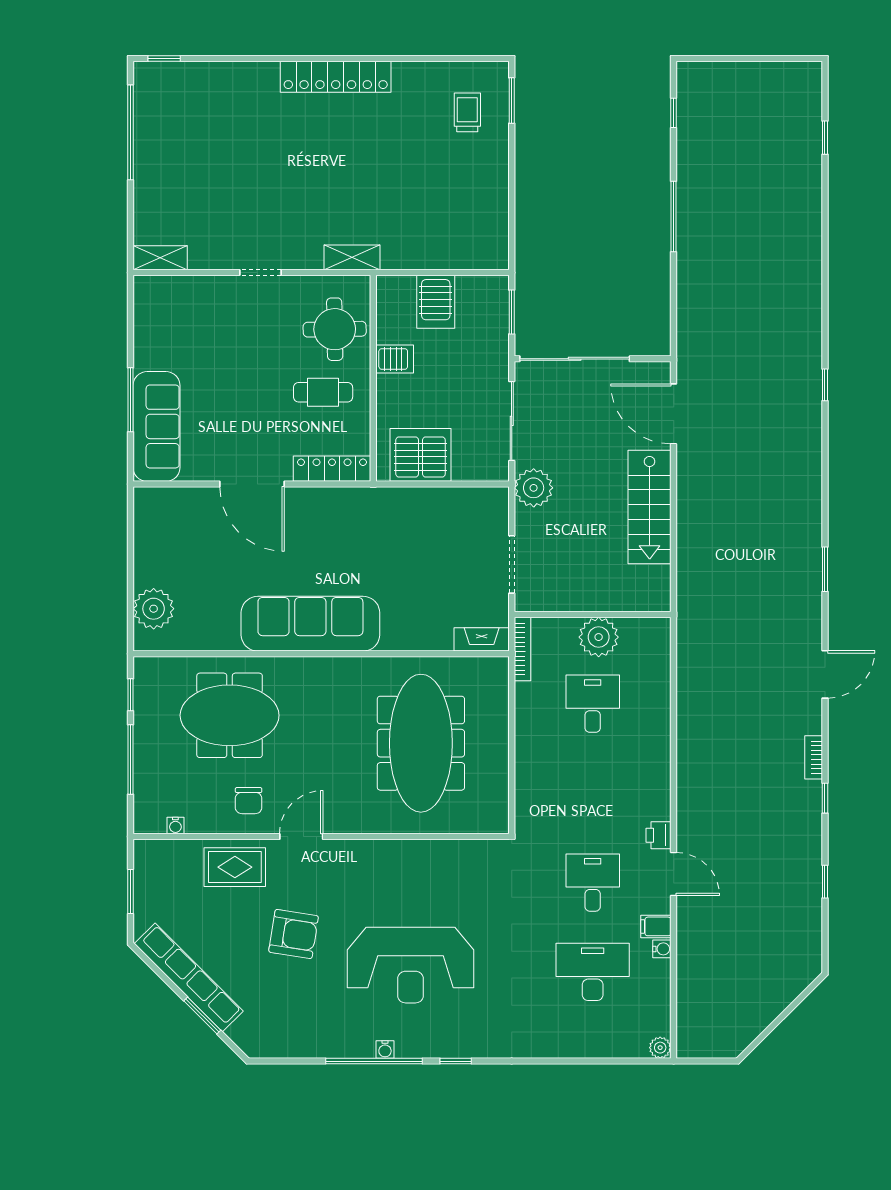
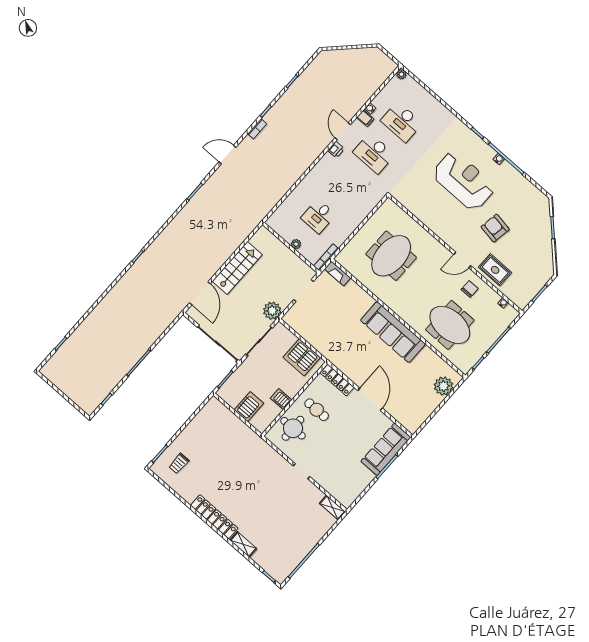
shelving: (352, 257) -> (243, 544), moved
plant: (599, 637) -> (296, 244), width x0.53, depth x0.53
meeting table: (421, 743) -> (391, 256), width x0.73
desk: (593, 883) -> (374, 153), width x1.37
row of seats: (189, 977) -> (546, 245), removed

